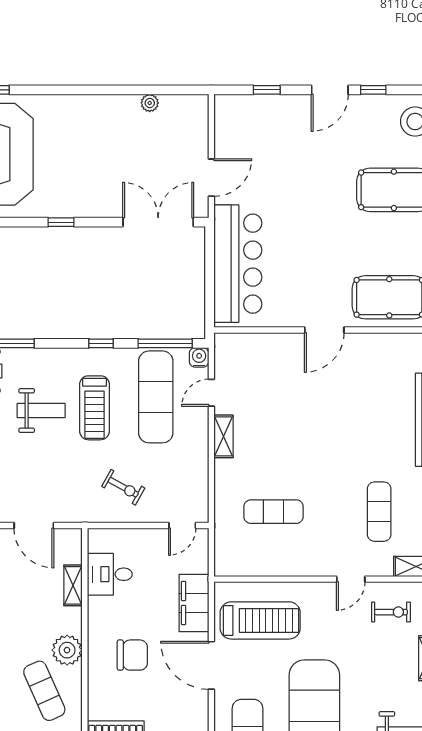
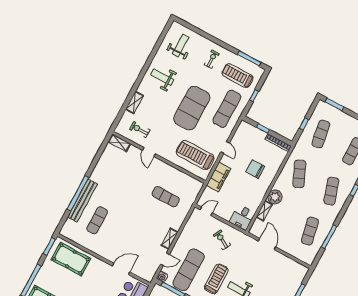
door: (324, 330) -> (121, 269), moved
exercise mat: (379, 512) -> (97, 220), moved
desk: (110, 574) -> (242, 217), moved, turned 90
door: (351, 579) -> (149, 152), swing flipped
plant: (67, 650) -> (275, 197), moved
door: (211, 665) -> (225, 147), width x0.53

